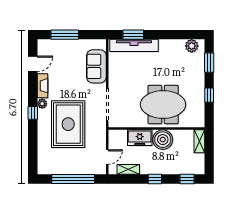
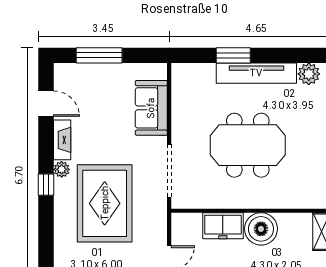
window: (133, 35) -> (233, 55), moved
tv unit: (134, 45) -> (256, 73), moved
door: (33, 64) -> (46, 104), hinge flipped
meeting table: (163, 105) -> (248, 145), moved

